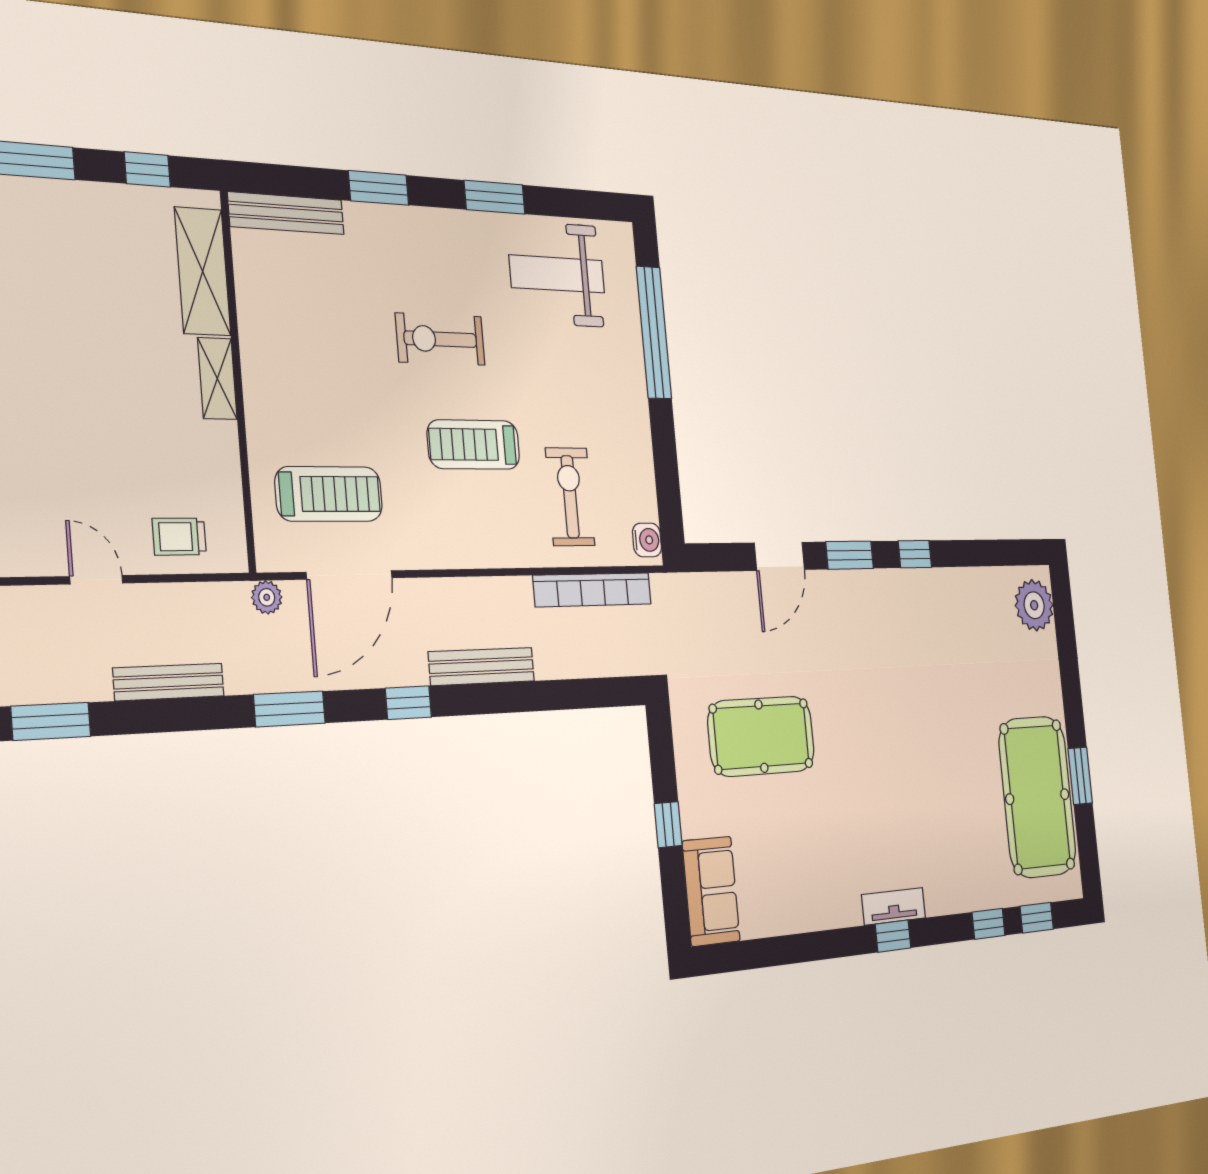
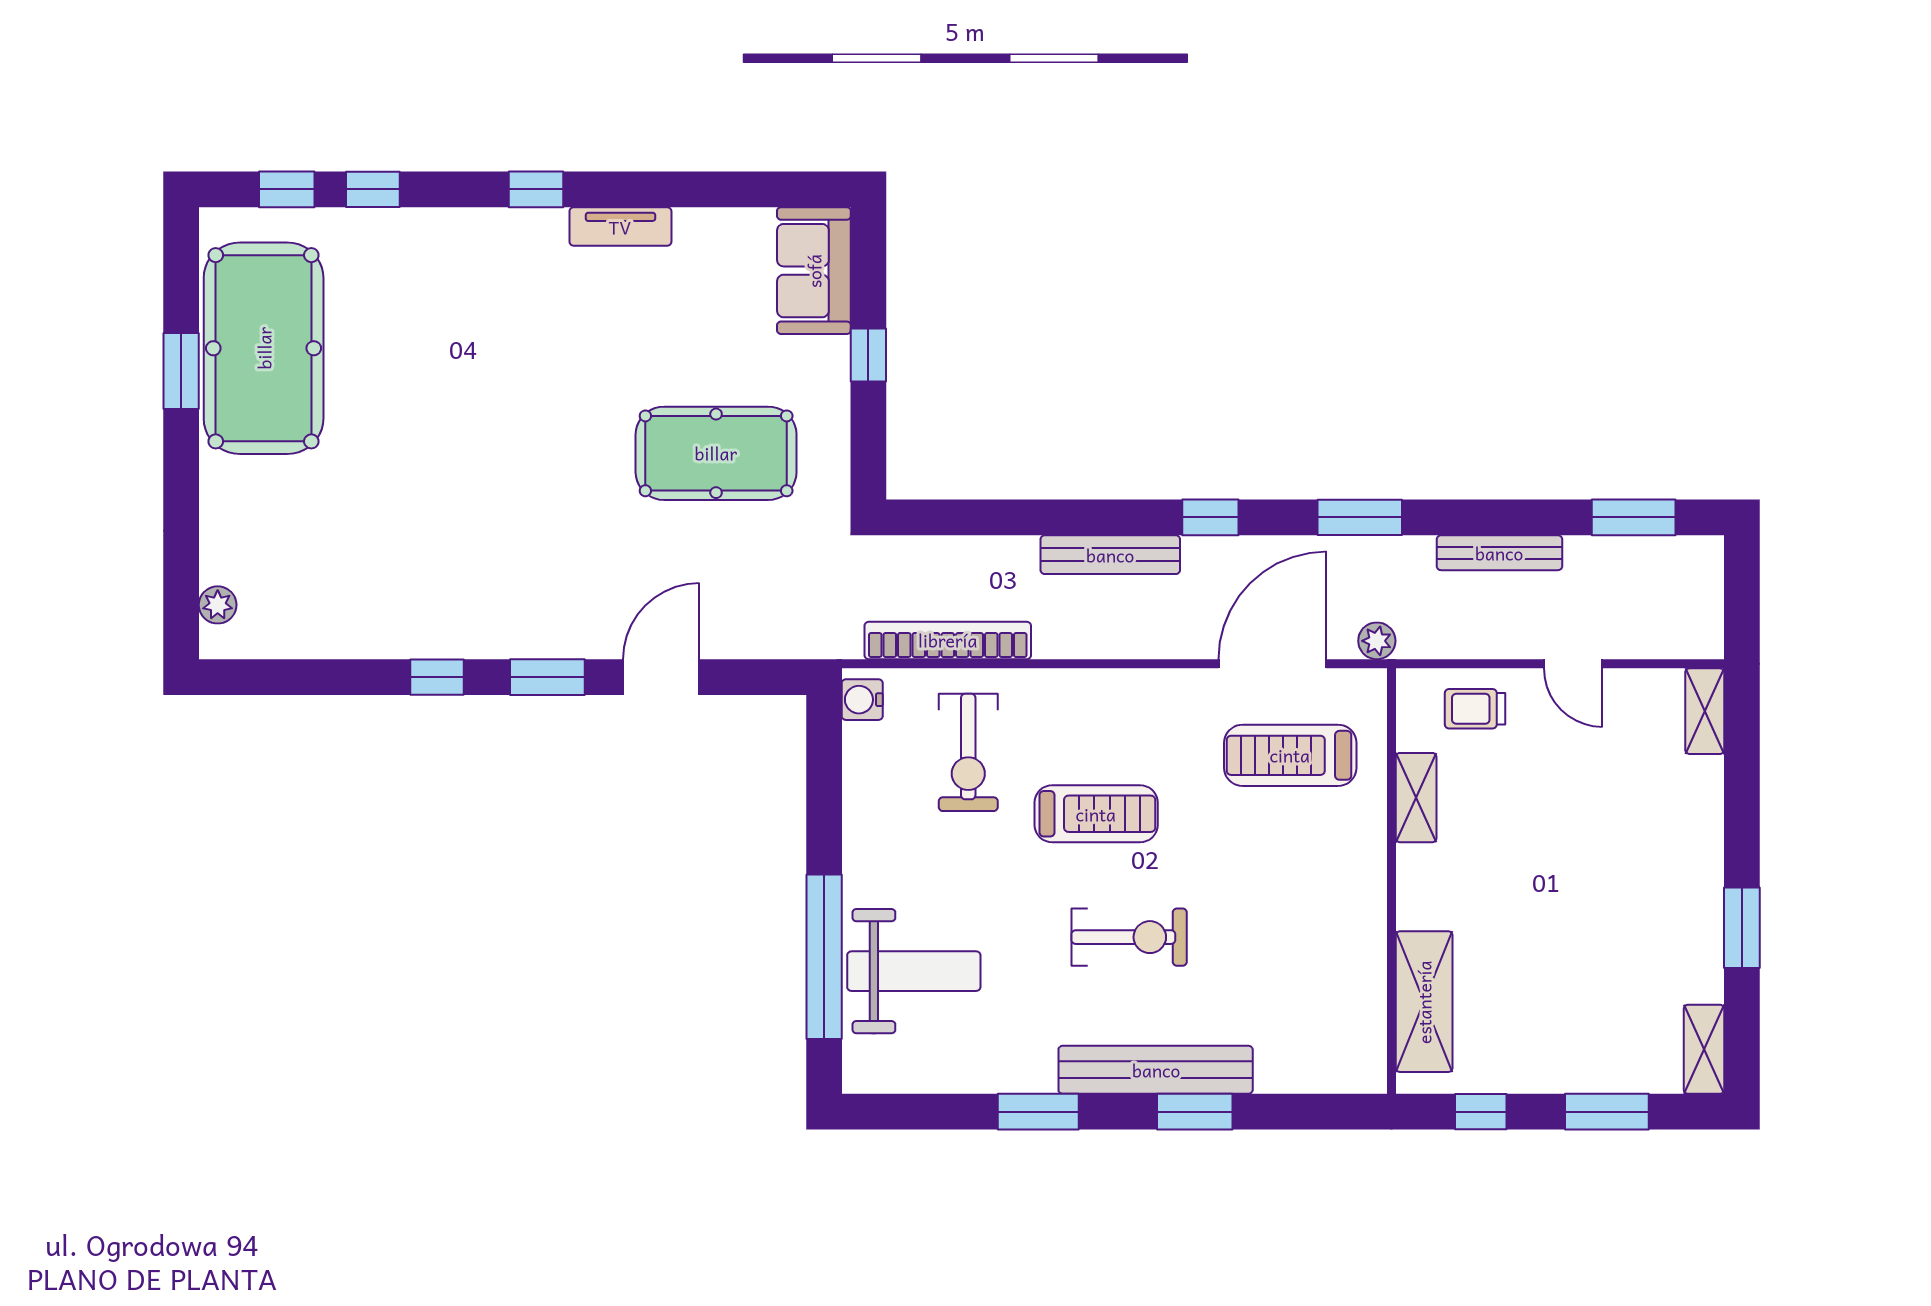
bench: (286, 213) -> (1156, 1070), moved, width x1.37, depth x1.21
weight bench: (557, 274) -> (914, 971), moved
shelving: (217, 378) -> (1416, 798), moved
trolley: (179, 537) -> (1475, 709), turned 180
plant: (1034, 605) -> (218, 605), width x0.53, depth x0.53
tv unit: (894, 906) -> (620, 227), moved

